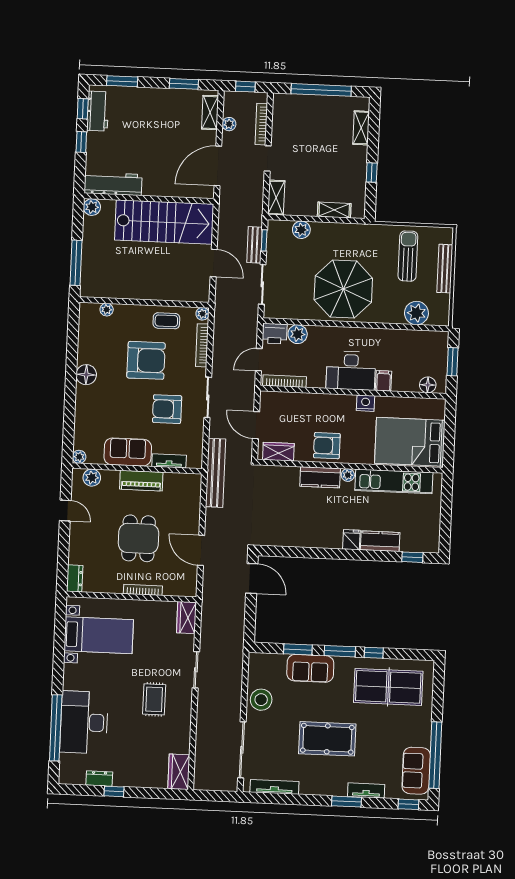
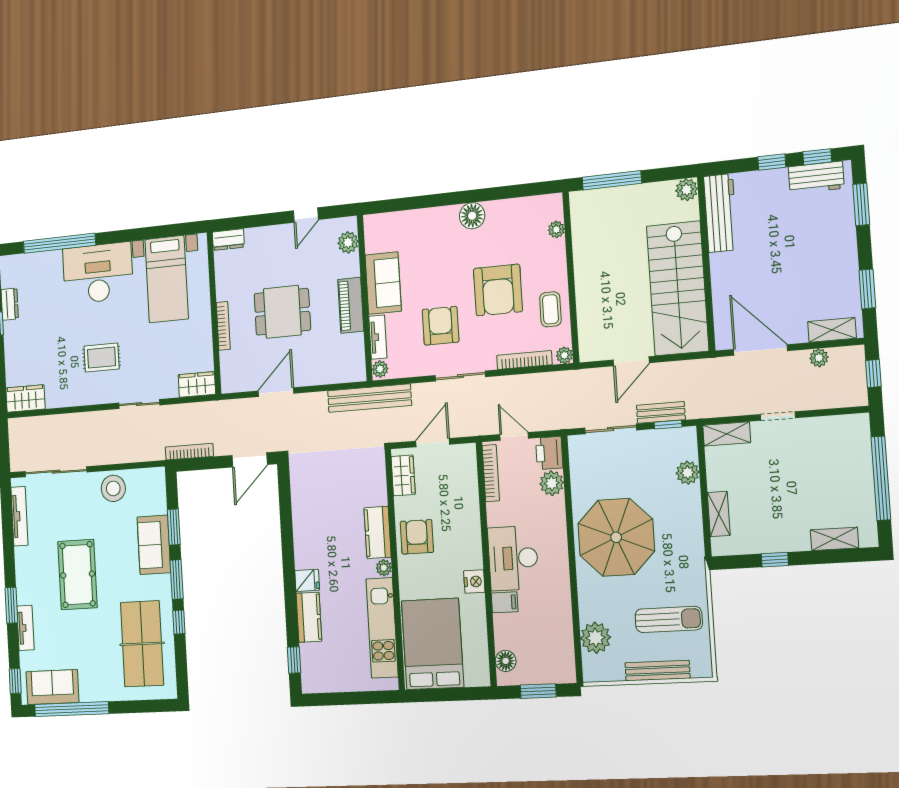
bookcase: (261, 124) -> (189, 452), moved
plant: (79, 457) -> (380, 369), moved
desk: (84, 722) -> (98, 273), moved

